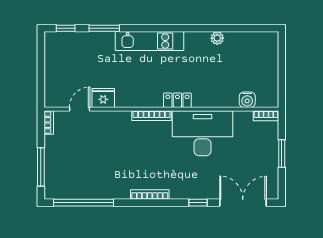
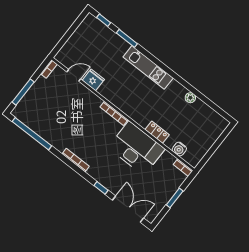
locker: (177, 100) -> (157, 132), moved

